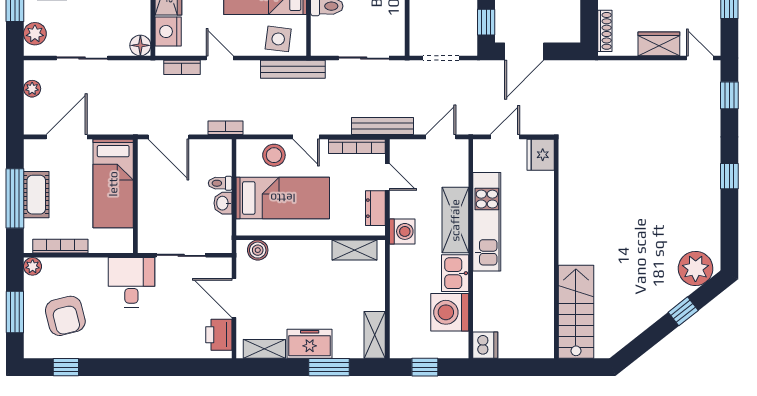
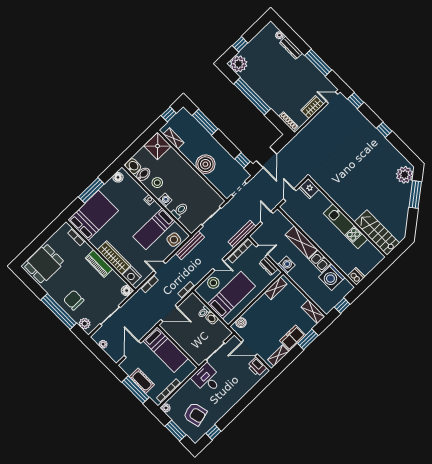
kitchen unit: (487, 222) -> (345, 226), moved, turned 180
window: (683, 311) -> (415, 195), width x2.17

